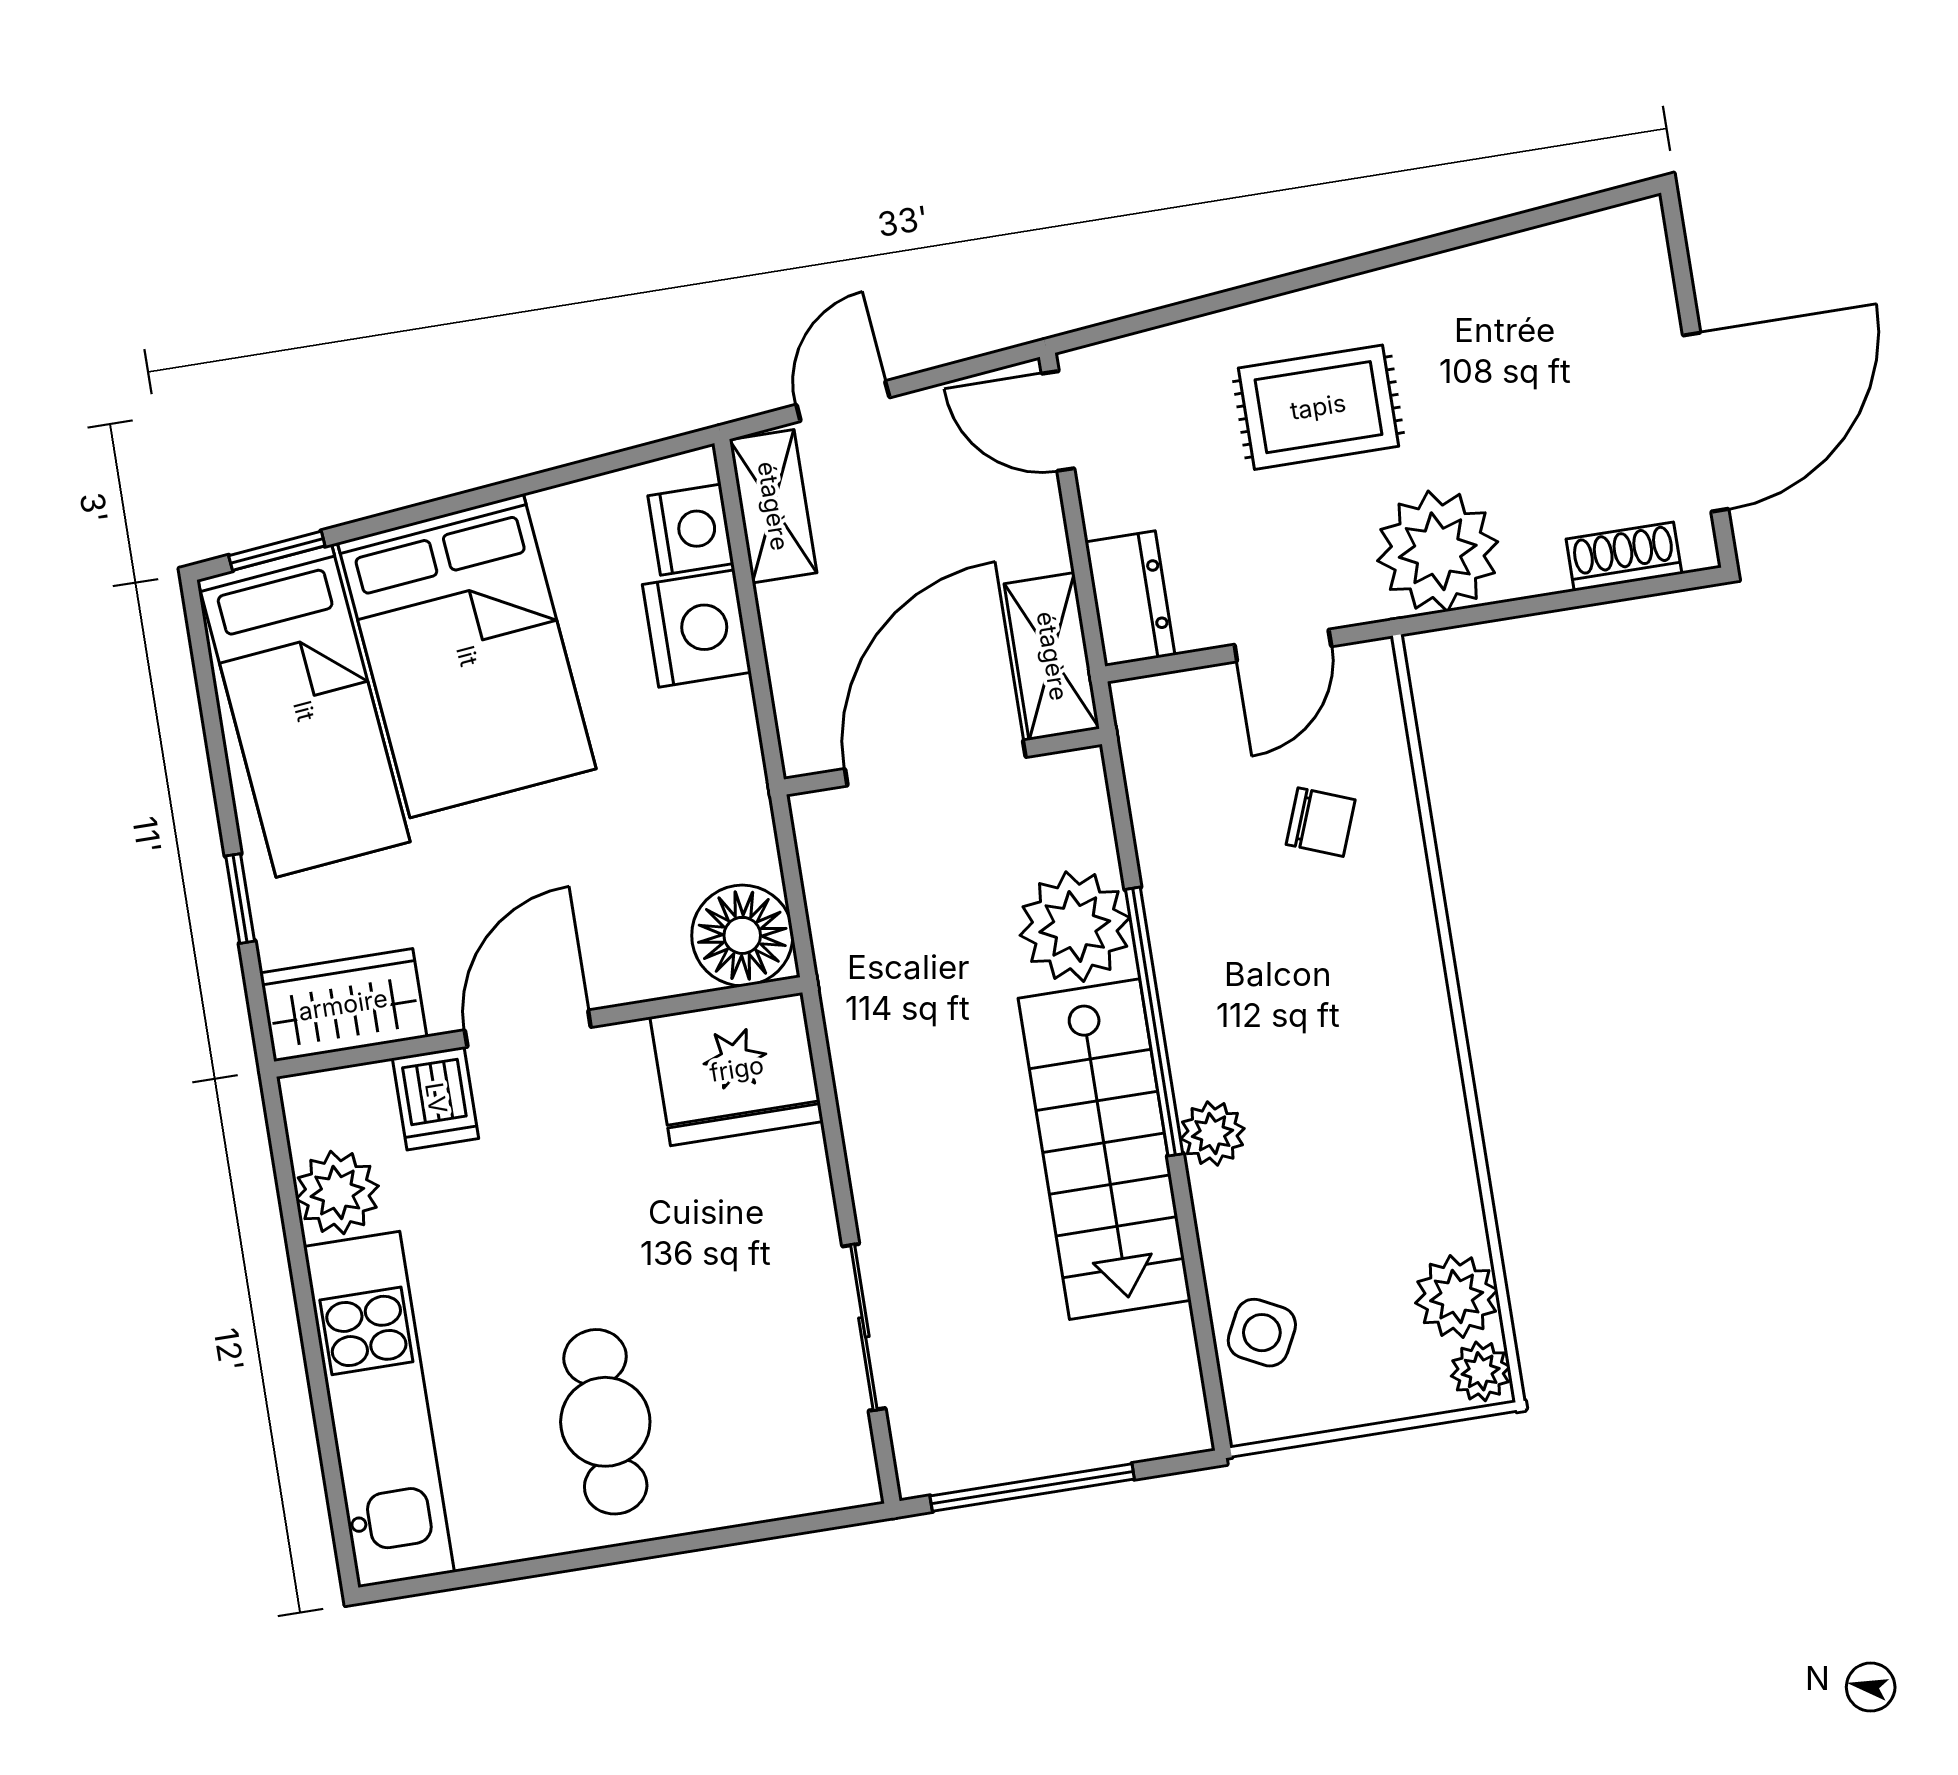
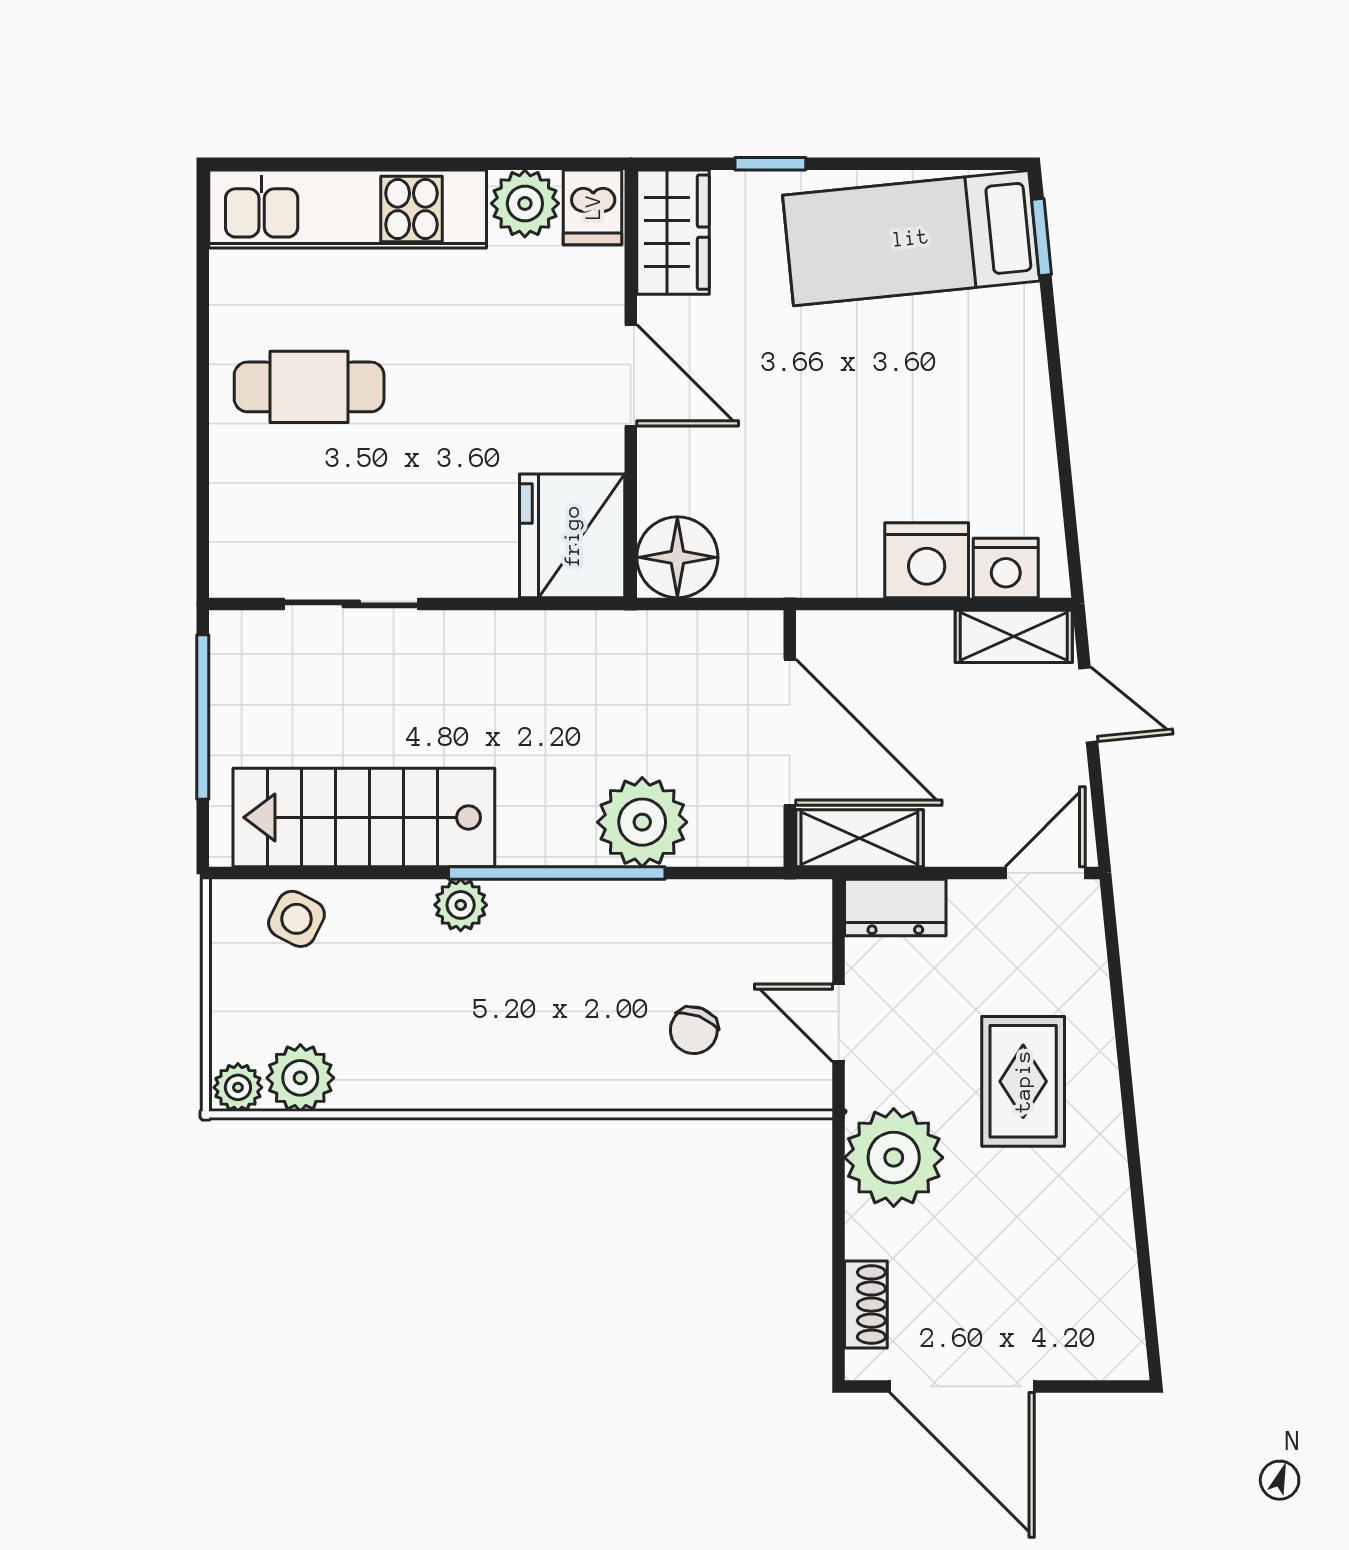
bed: (467, 656) -> (934, 374), removed
dishwasher: (436, 1098) -> (593, 207), moved, turned -90
stairs: (1105, 1149) -> (364, 817), moved

